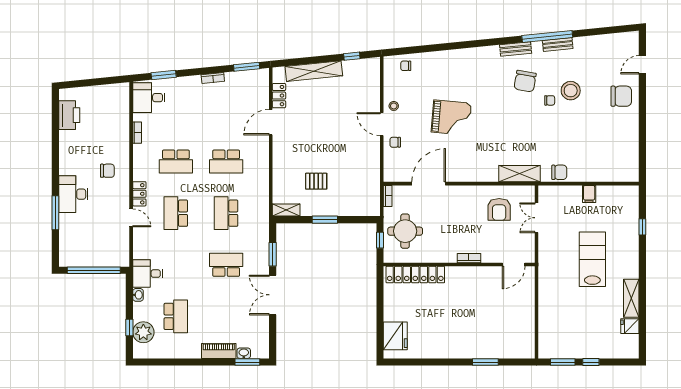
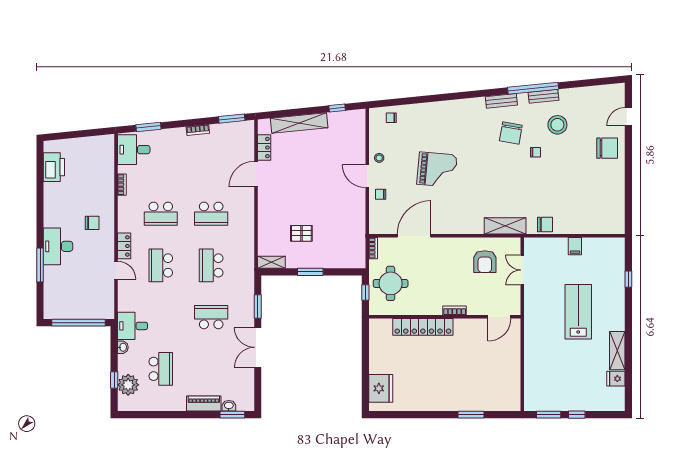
stool: (571, 91) -> (557, 125), moved
locker: (415, 275) -> (423, 327), moved

